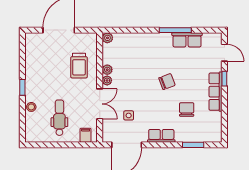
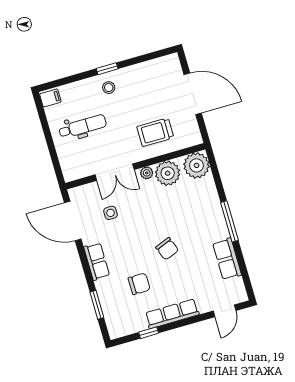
window: (175, 30) -> (230, 221), moved
plant: (107, 38) -> (196, 165), width x1.87, depth x1.87
plant: (107, 70) -> (168, 173), width x1.87, depth x1.87
window: (224, 79) -> (149, 333), moved
stool: (31, 107) -> (109, 88), moved
filing cabinet: (86, 135) -> (50, 98), moved

